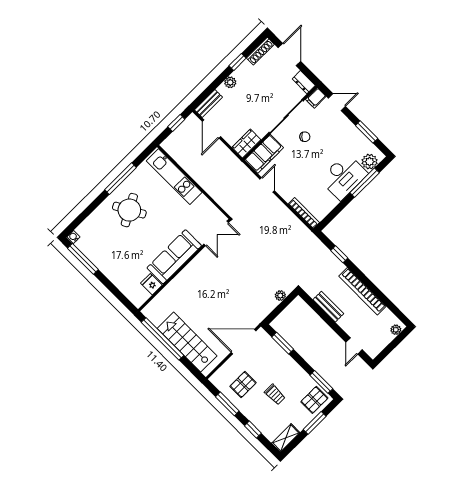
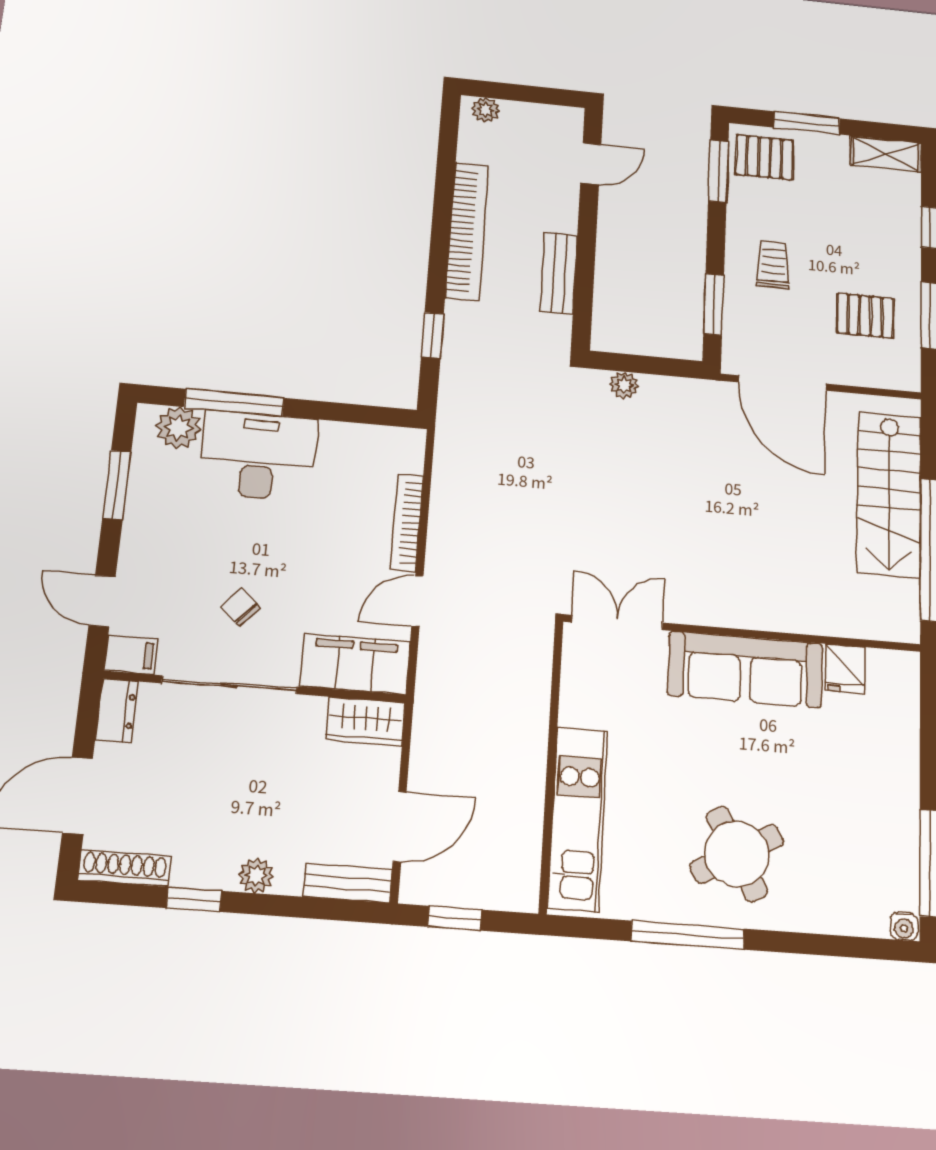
bookcase: (304, 213) -> (407, 522), moved
trolley: (275, 395) -> (773, 265), moved

